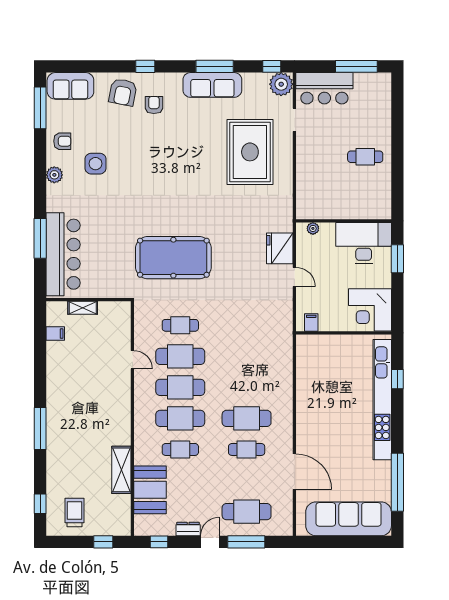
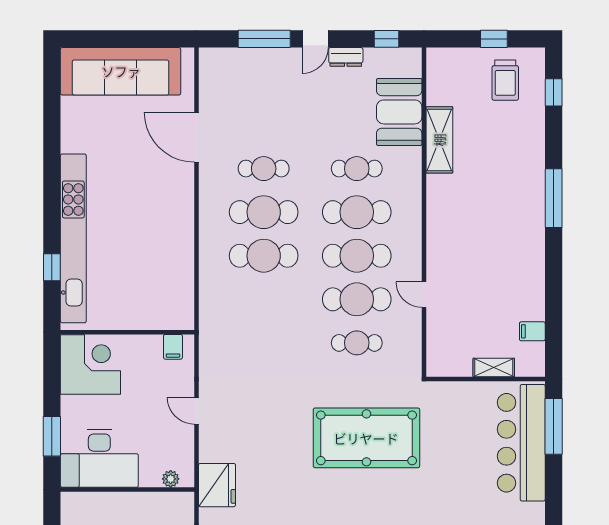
window: (40, 238) -> (554, 426), moved
fridge: (280, 248) -> (217, 485), moved
window: (397, 482) -> (52, 123), removed
cafe table: (247, 512) -> (264, 256), moved
window: (103, 542) -> (494, 39), moved

